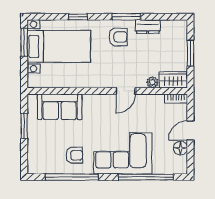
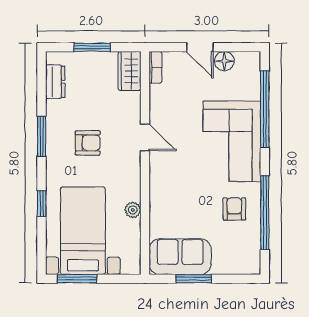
dresser: (148, 27) -> (55, 82), moved
armchair: (118, 37) -> (88, 143), moved, turned 90
plant: (152, 82) -> (133, 210), moved
sofa: (60, 107) -> (180, 257), moved, turned -90

